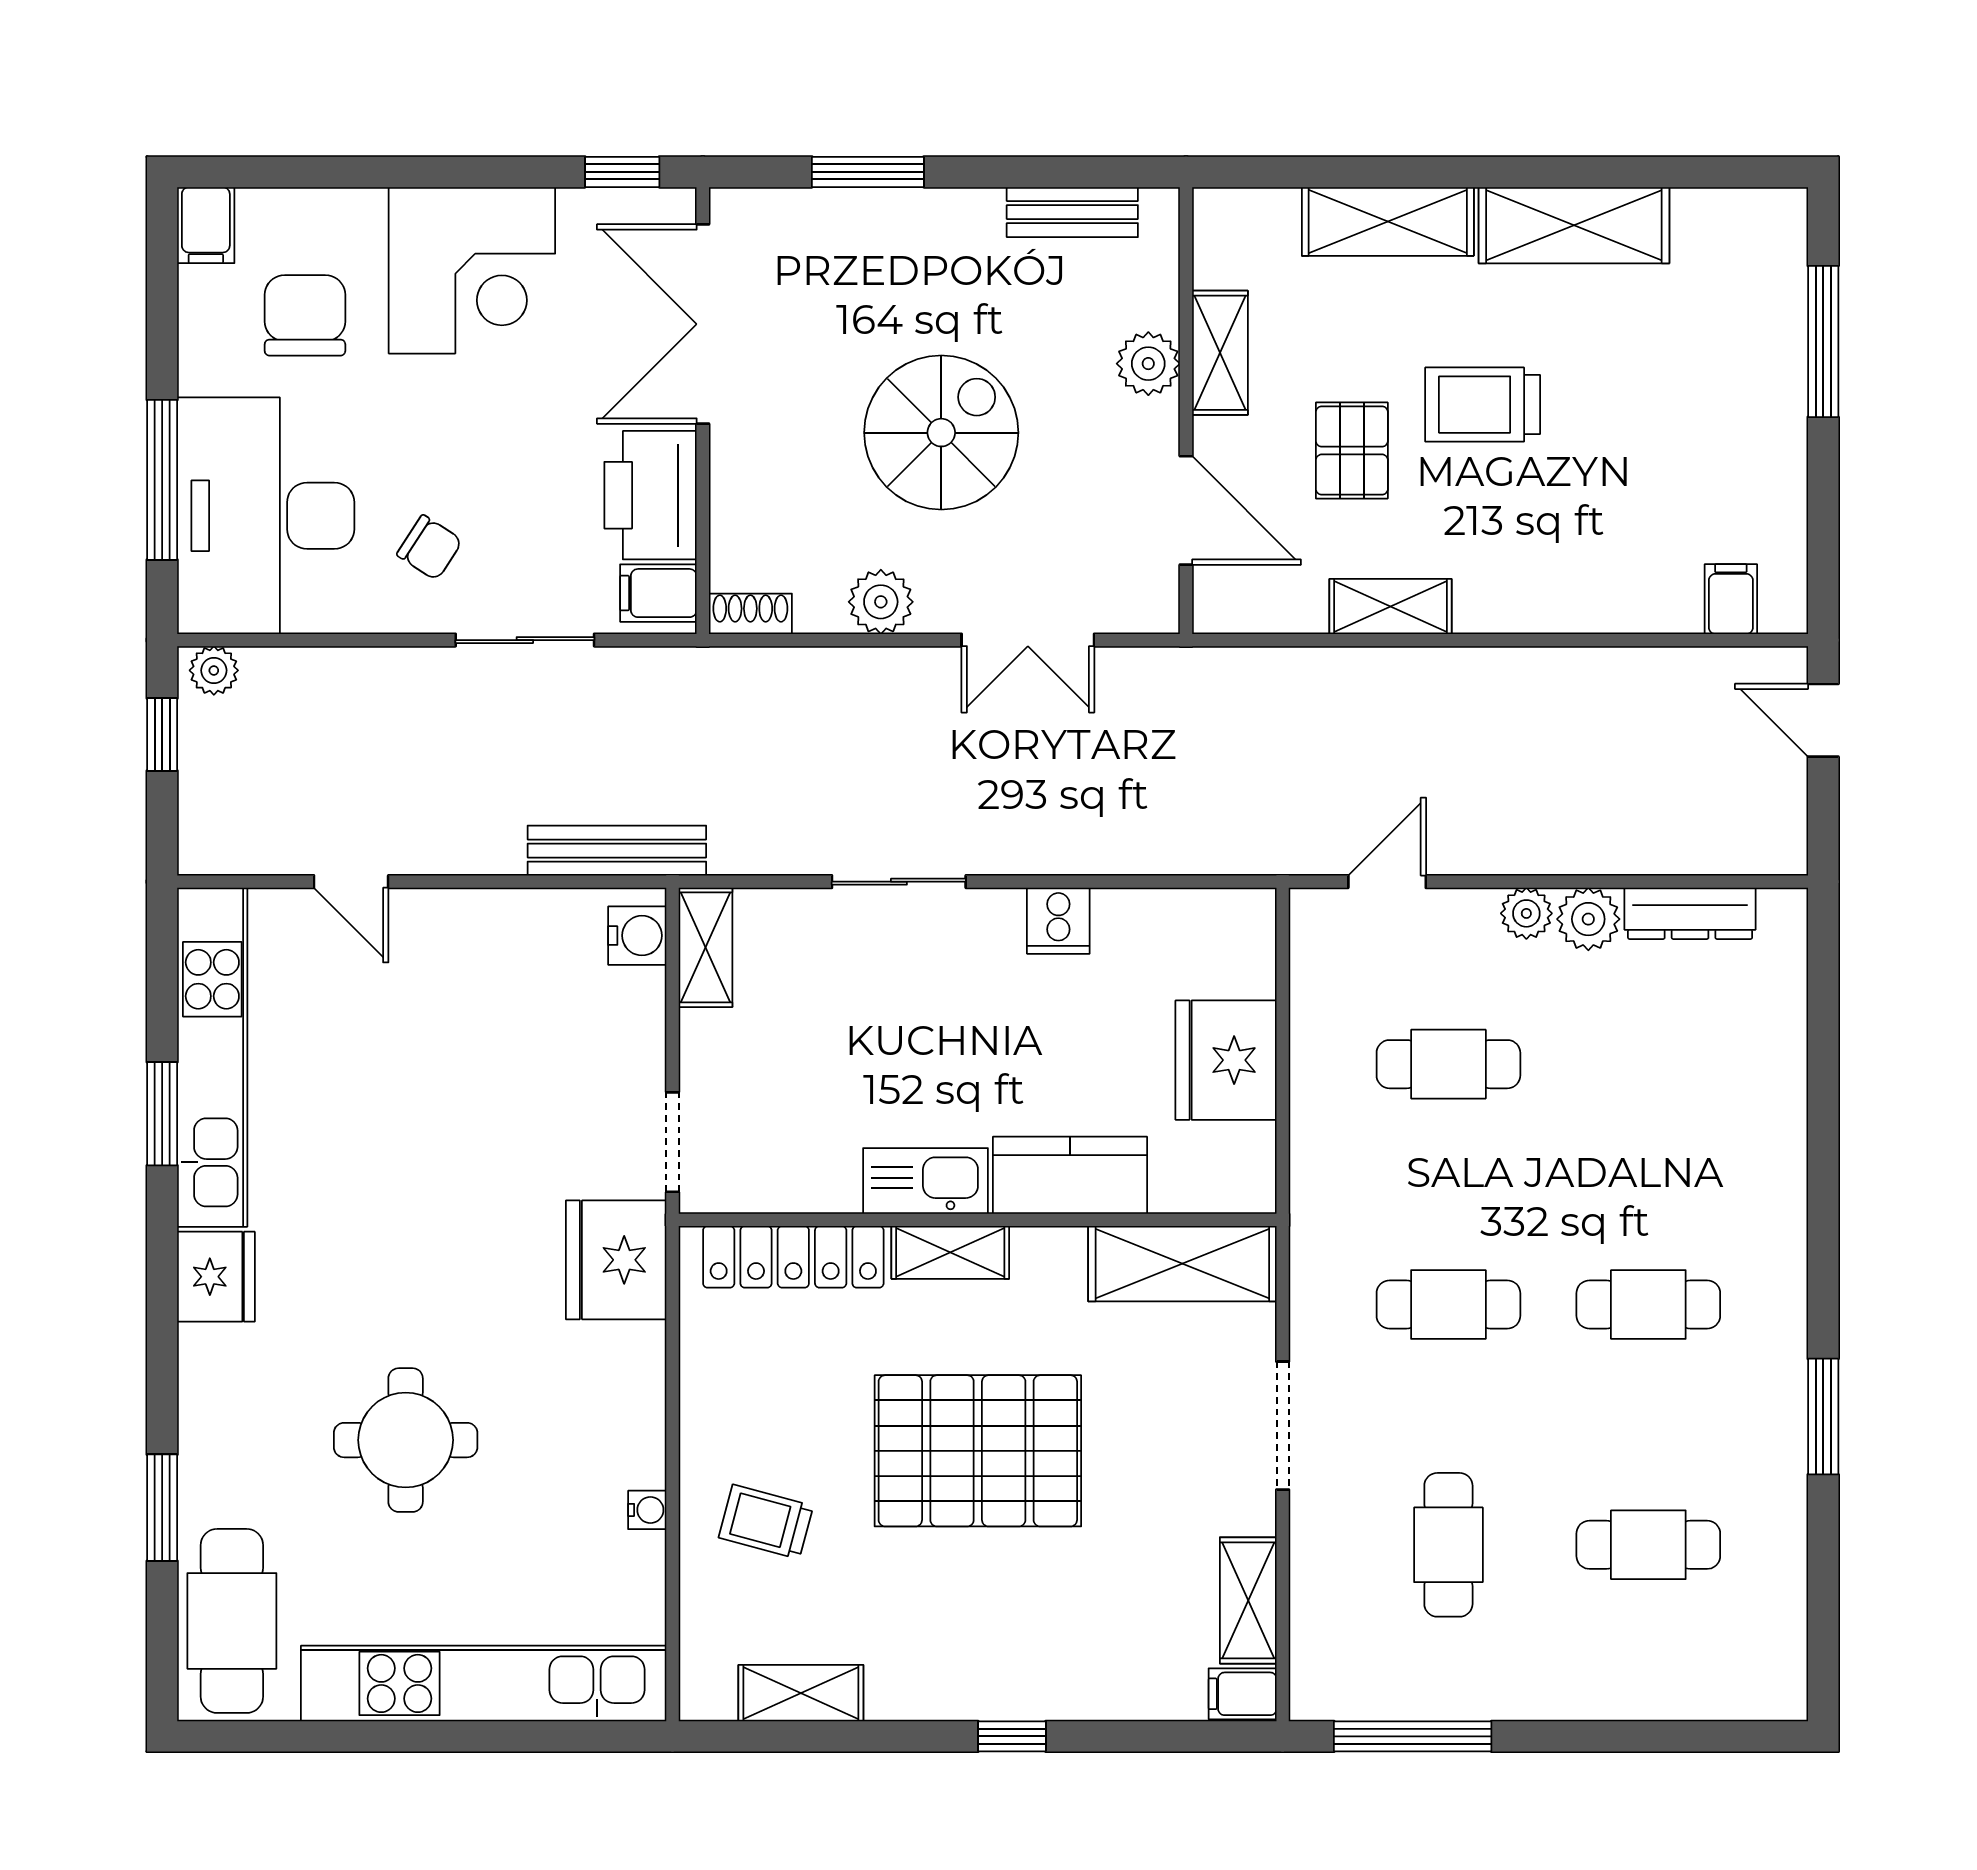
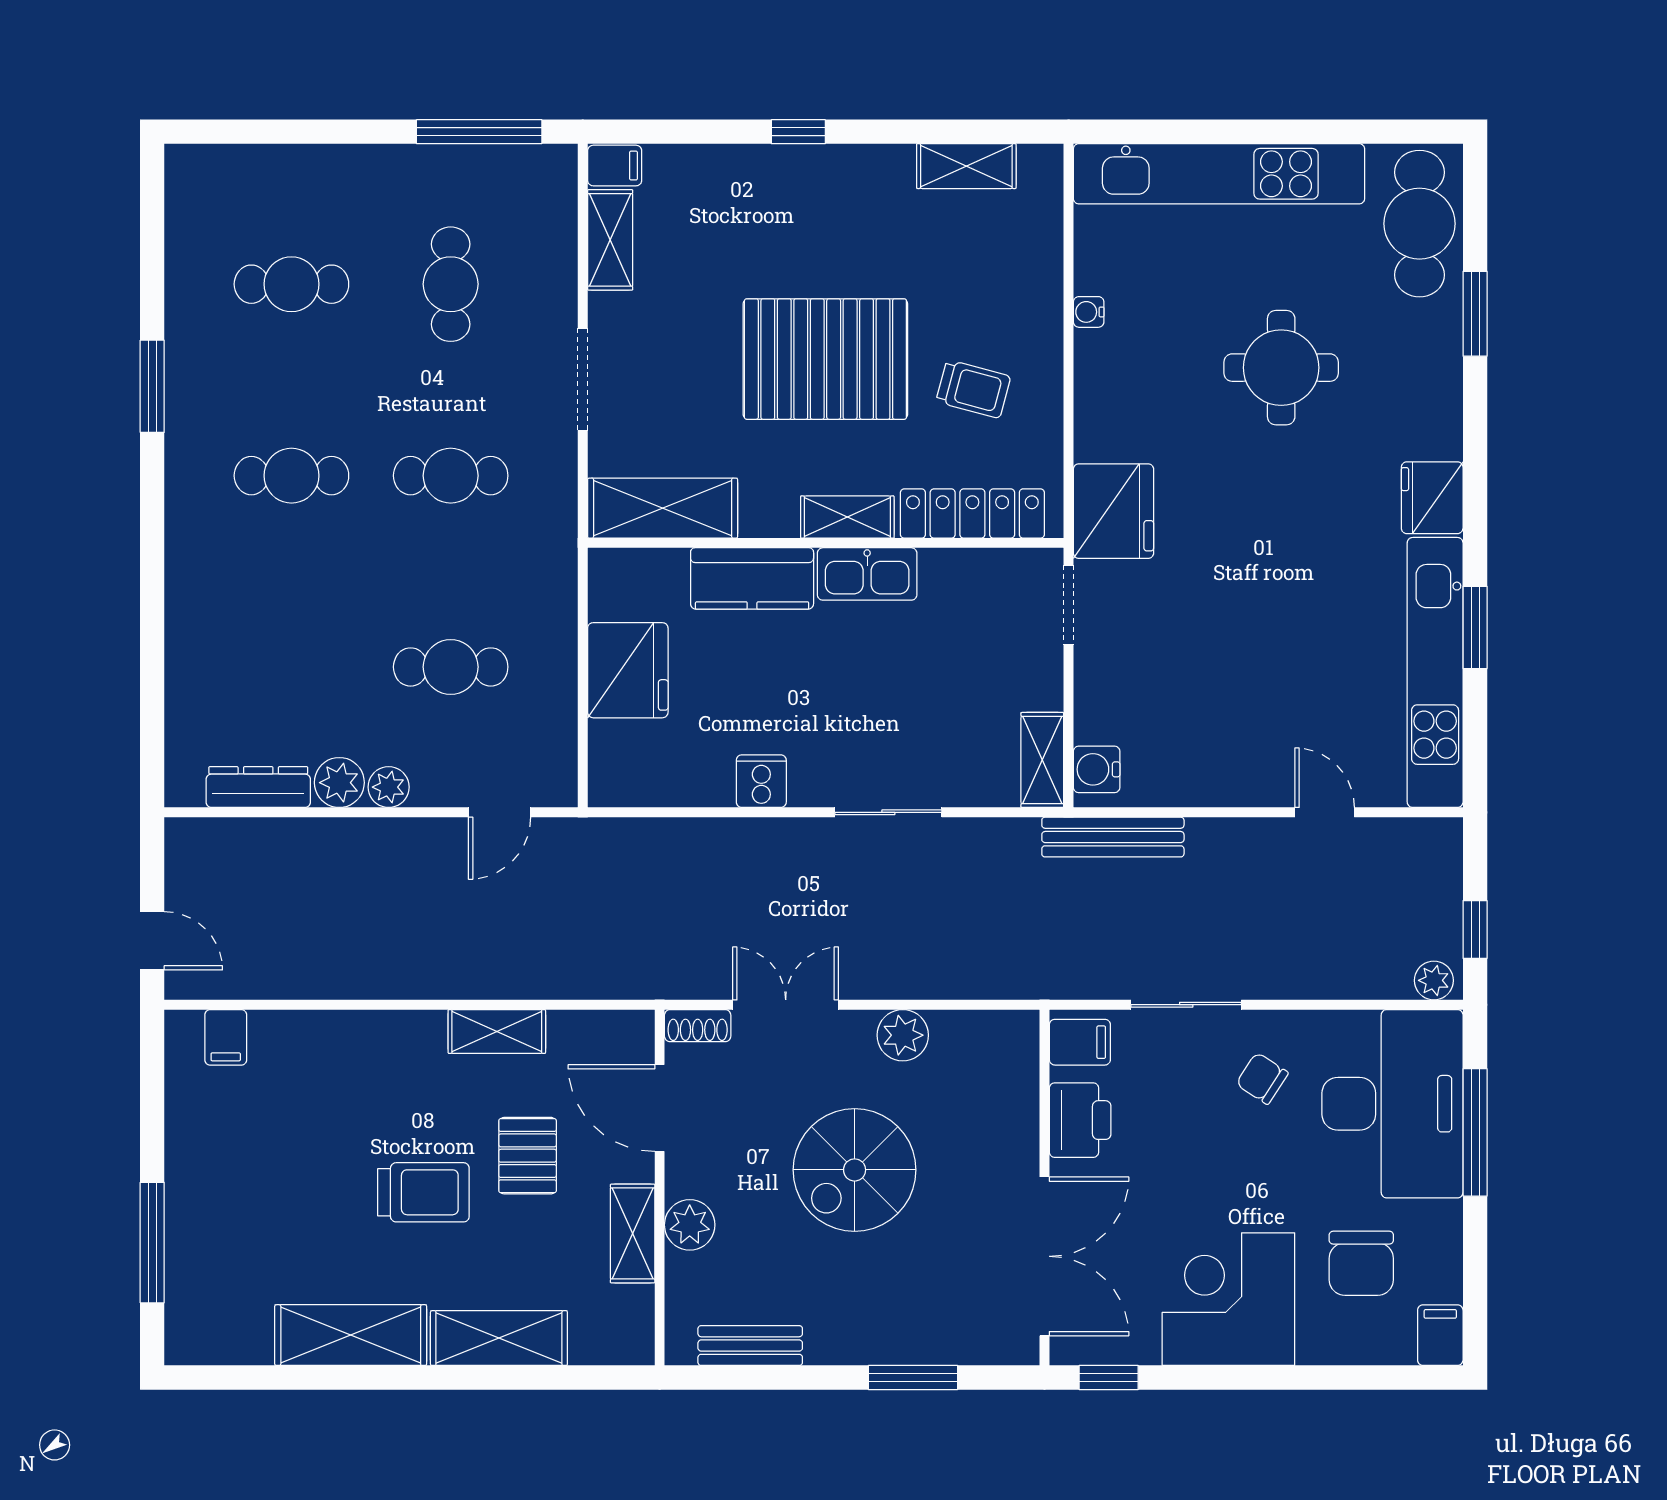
printer: (651, 495) -> (1080, 1120), width x0.73, depth x0.84
shoe rack: (750, 614) -> (698, 1026), moved
trolley: (766, 1522) -> (973, 389), moved

